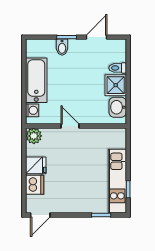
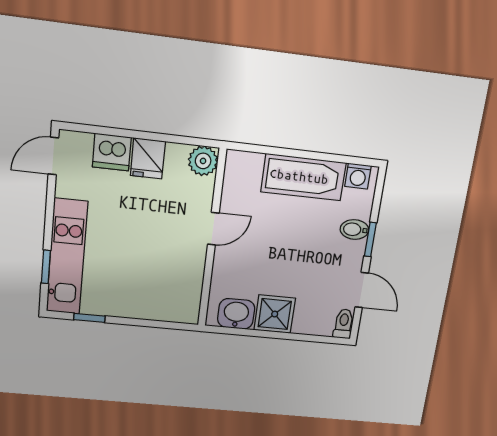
toilet: (118, 68) -> (344, 324), moved
washing machine: (32, 110) -> (358, 176), moved
kitchen unit: (117, 181) -> (67, 257), moved, turned 90
door: (40, 215) -> (53, 156), hinge flipped

